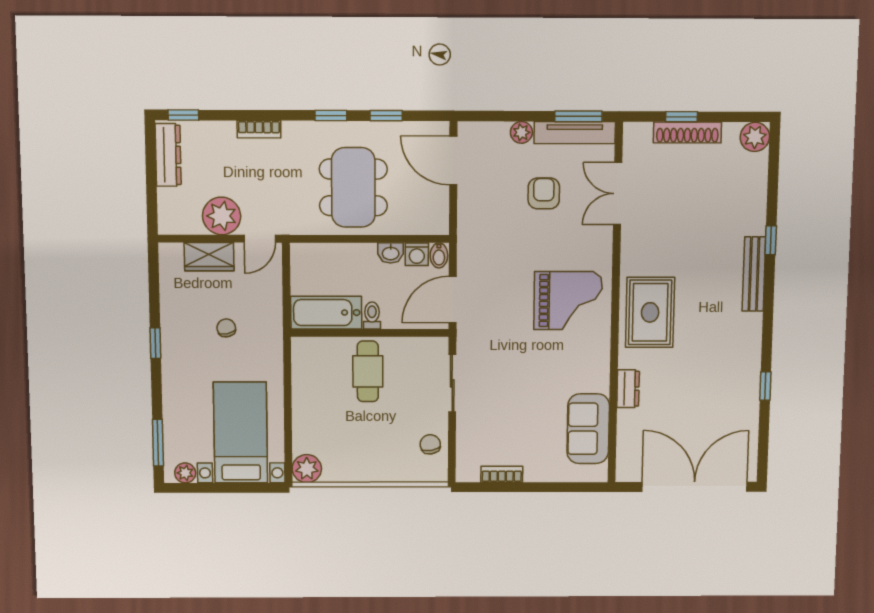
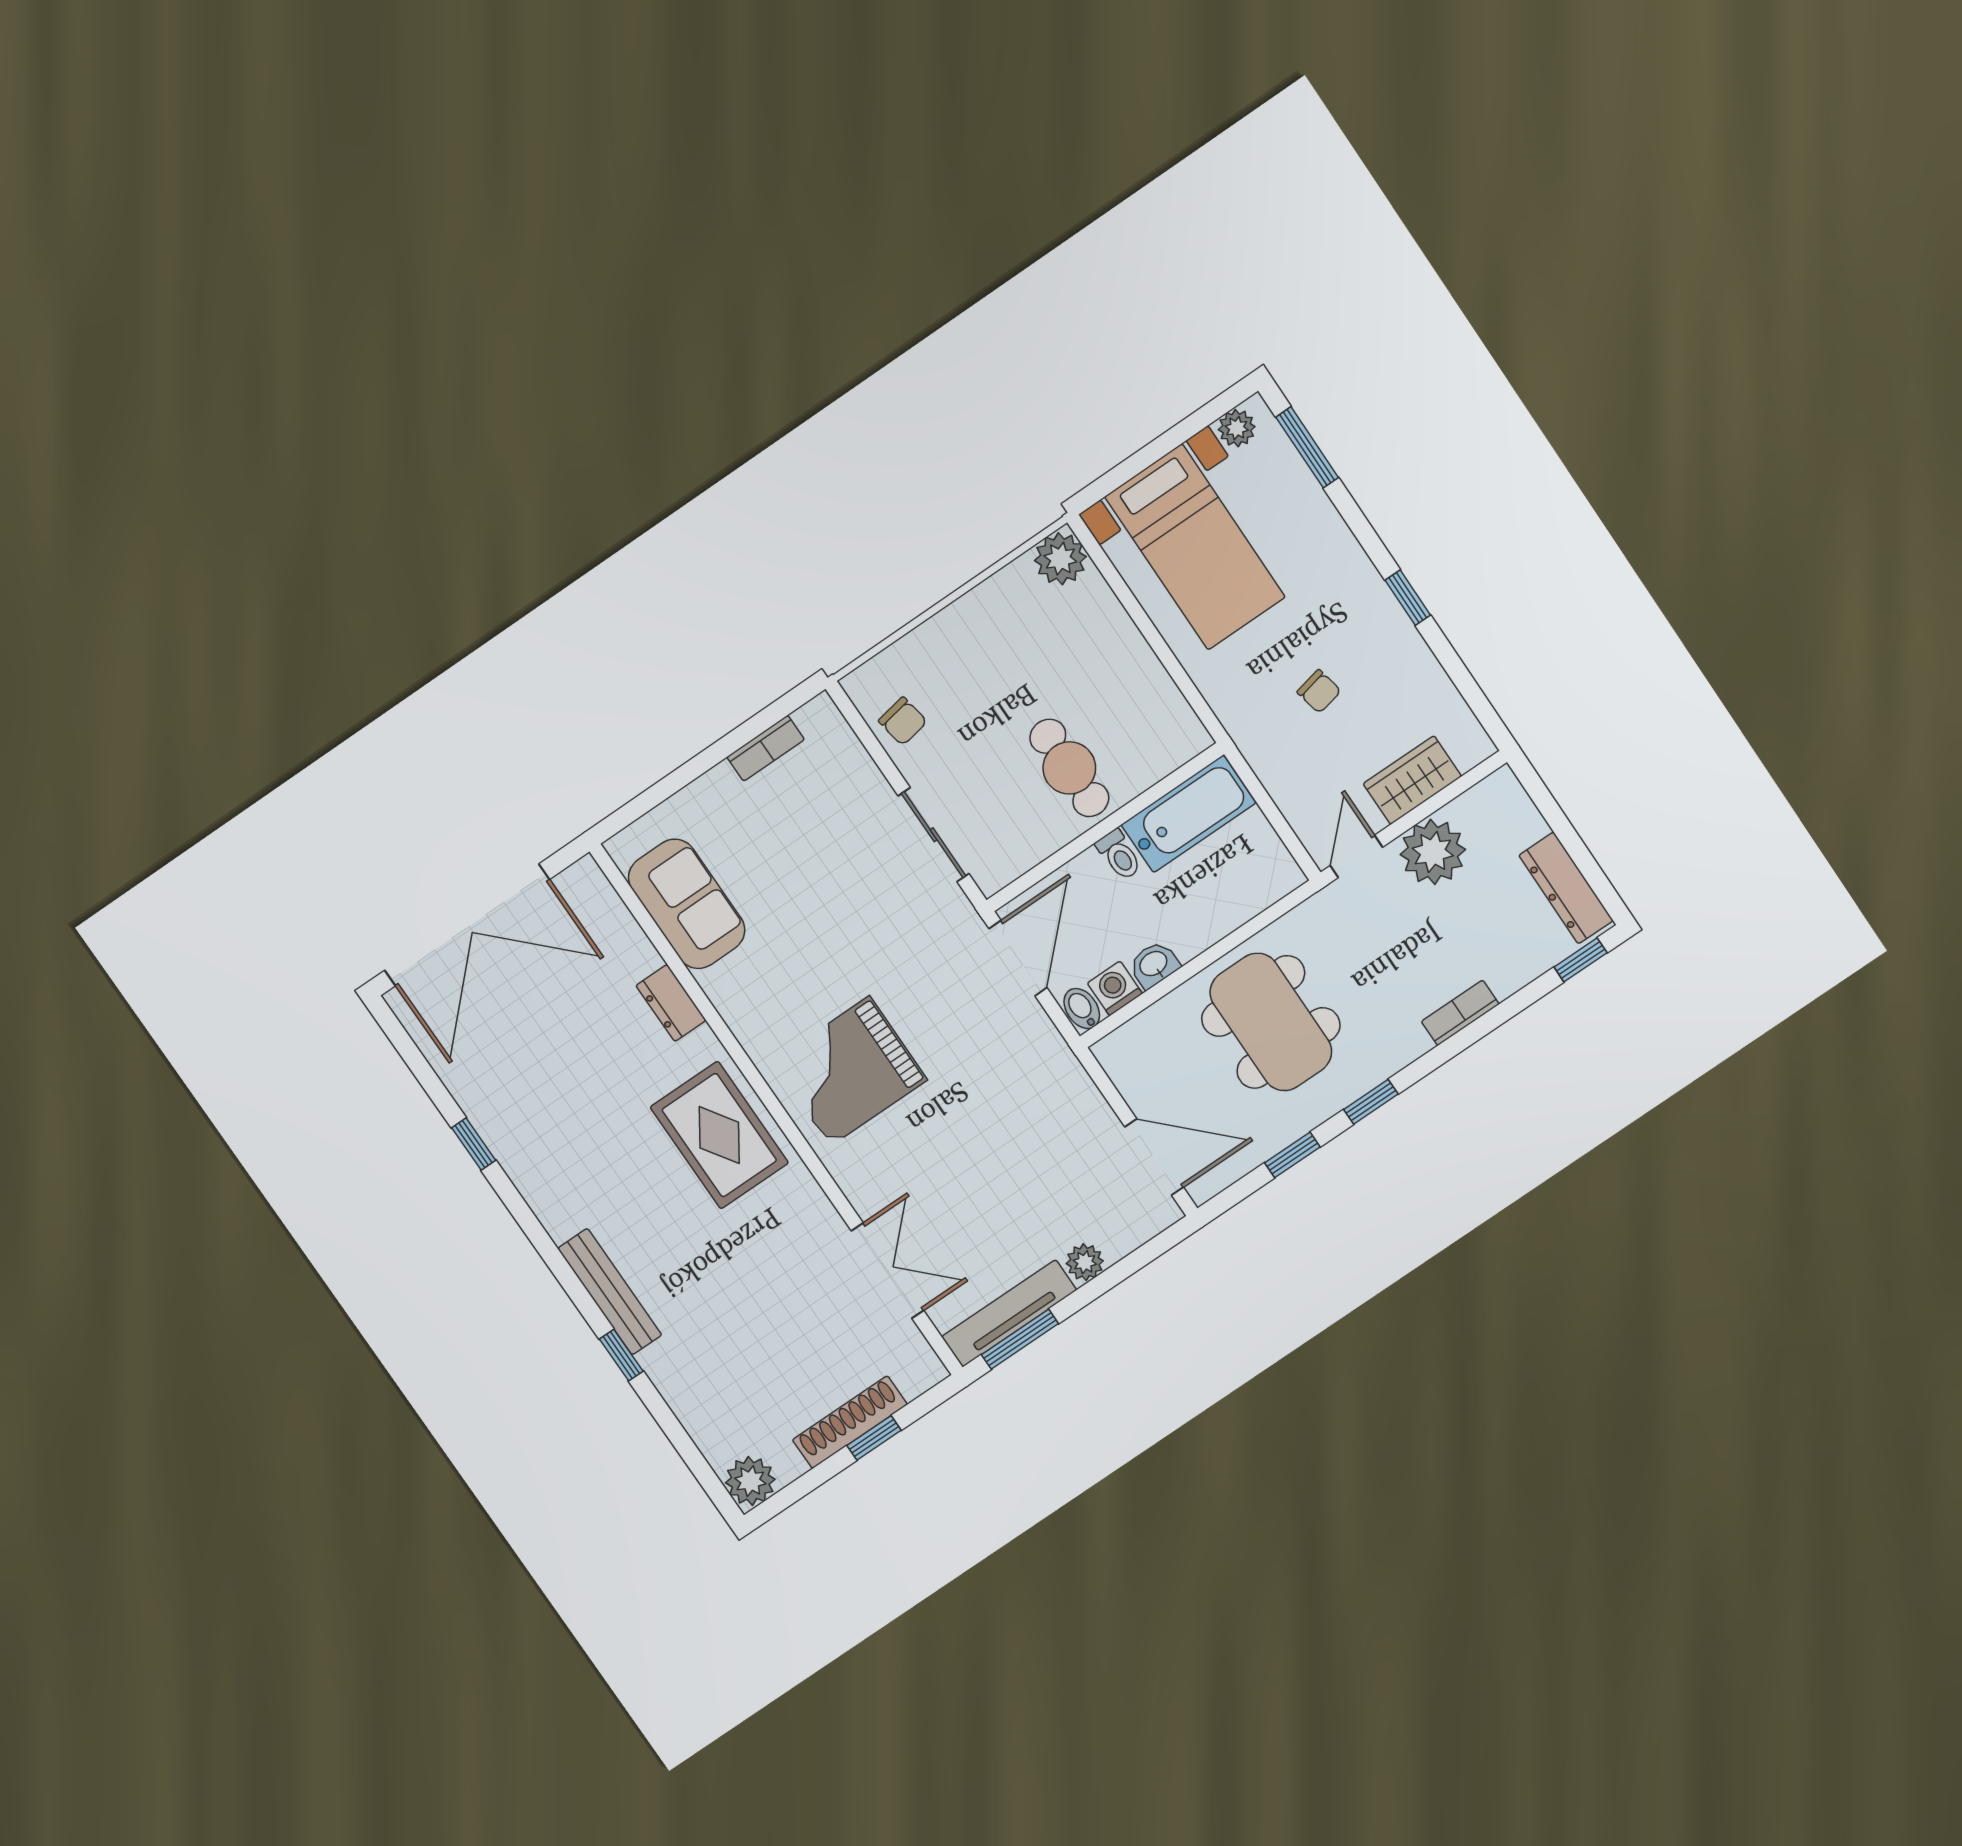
armchair: (544, 193) -> (993, 1199), removed

